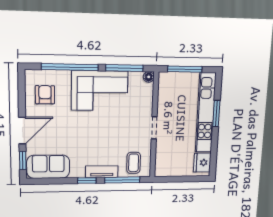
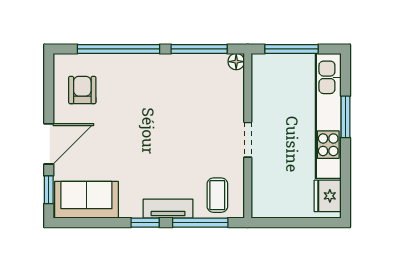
corner sofa: (100, 91) -> (163, 83), removed

